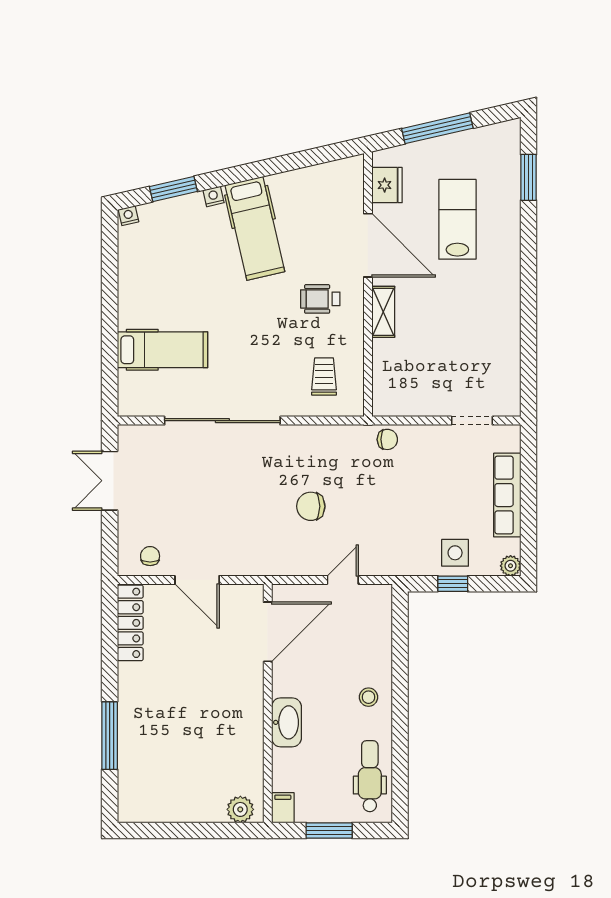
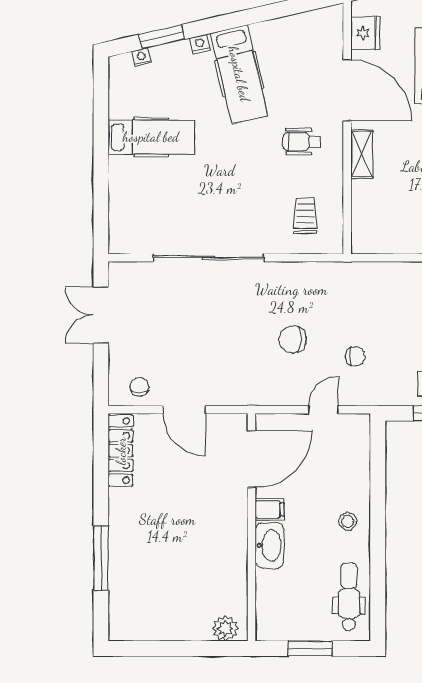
nightstand: (128, 216) -> (142, 57), moved
hospital bed: (163, 350) -> (151, 137), moved
chair: (387, 439) -> (355, 356), moved
filing cabinet: (283, 808) -> (270, 510), moved, turned 90

